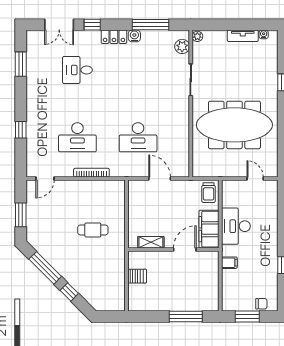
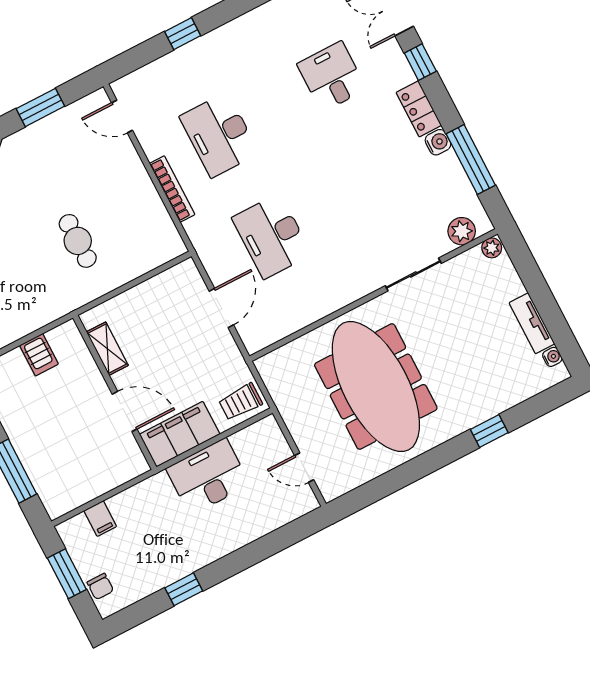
door: (255, 179) -> (304, 468), swing flipped
filing cabinet: (229, 263) -> (100, 519), moved

